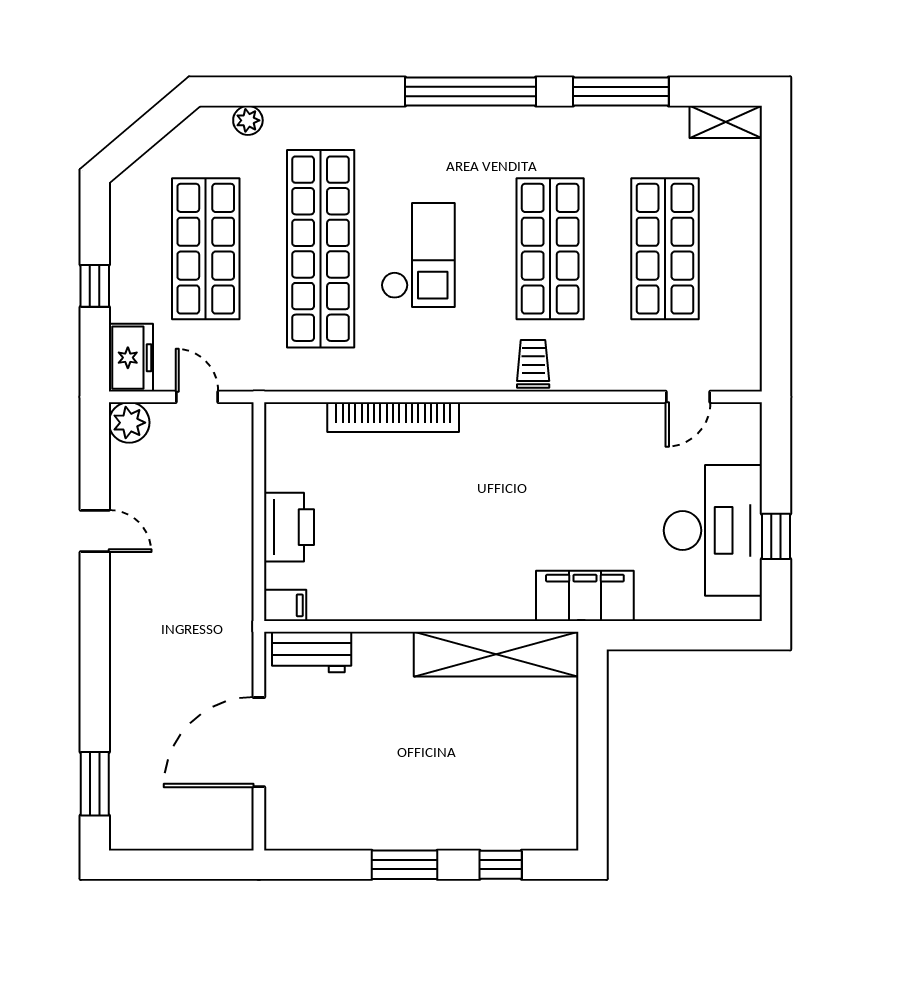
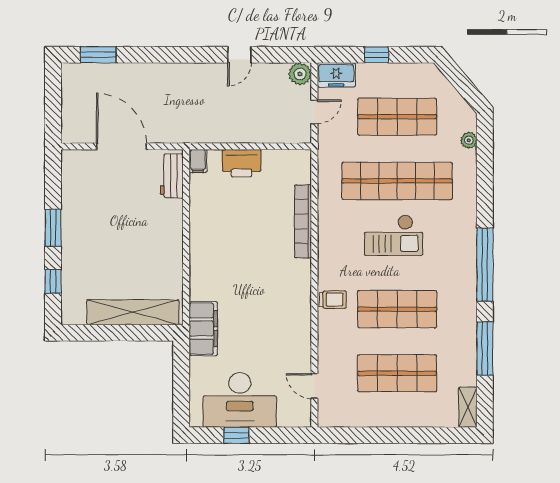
shelving: (496, 654) -> (133, 312), moved, turned 90

